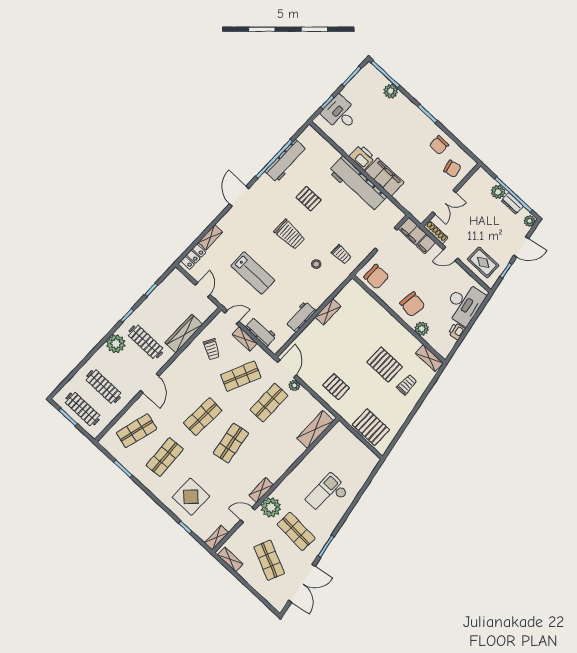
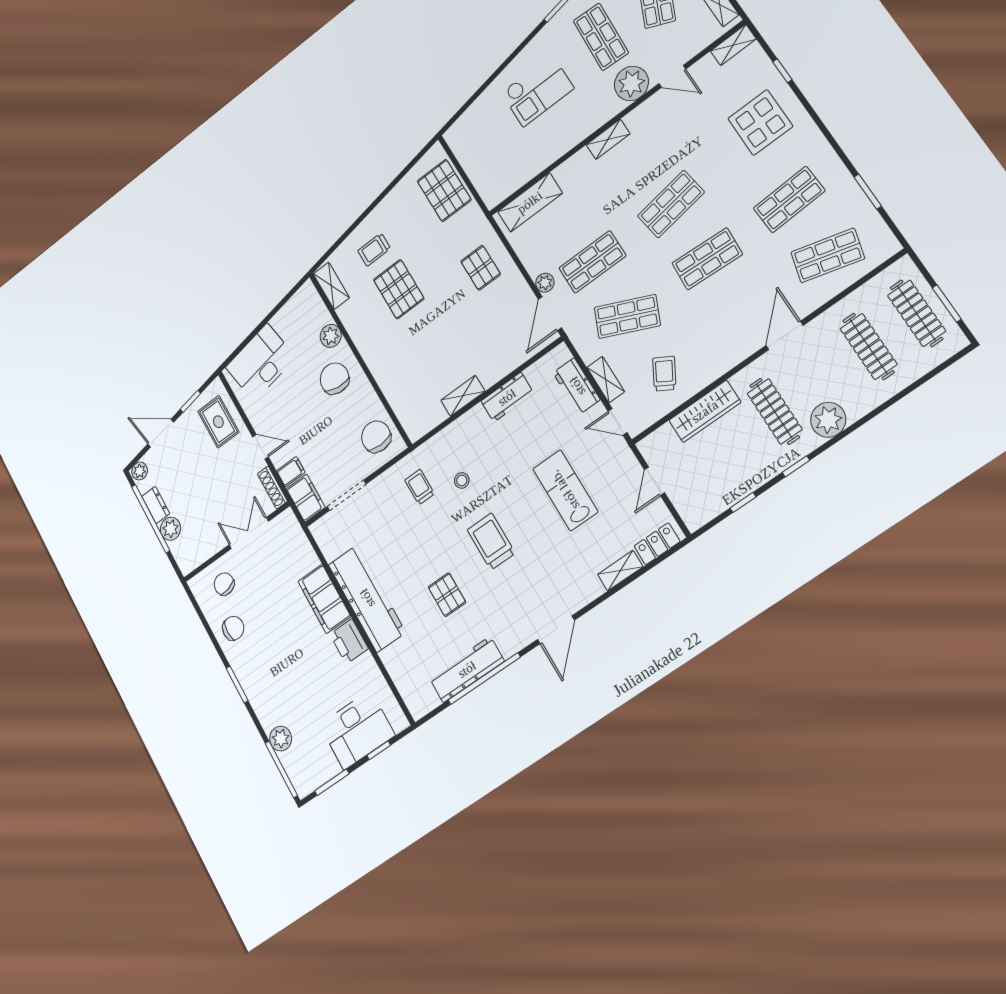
desk: (340, 113) -> (357, 730), width x1.37
printer: (457, 331) -> (282, 320), removed
shelving: (261, 490) -> (608, 139), moved

